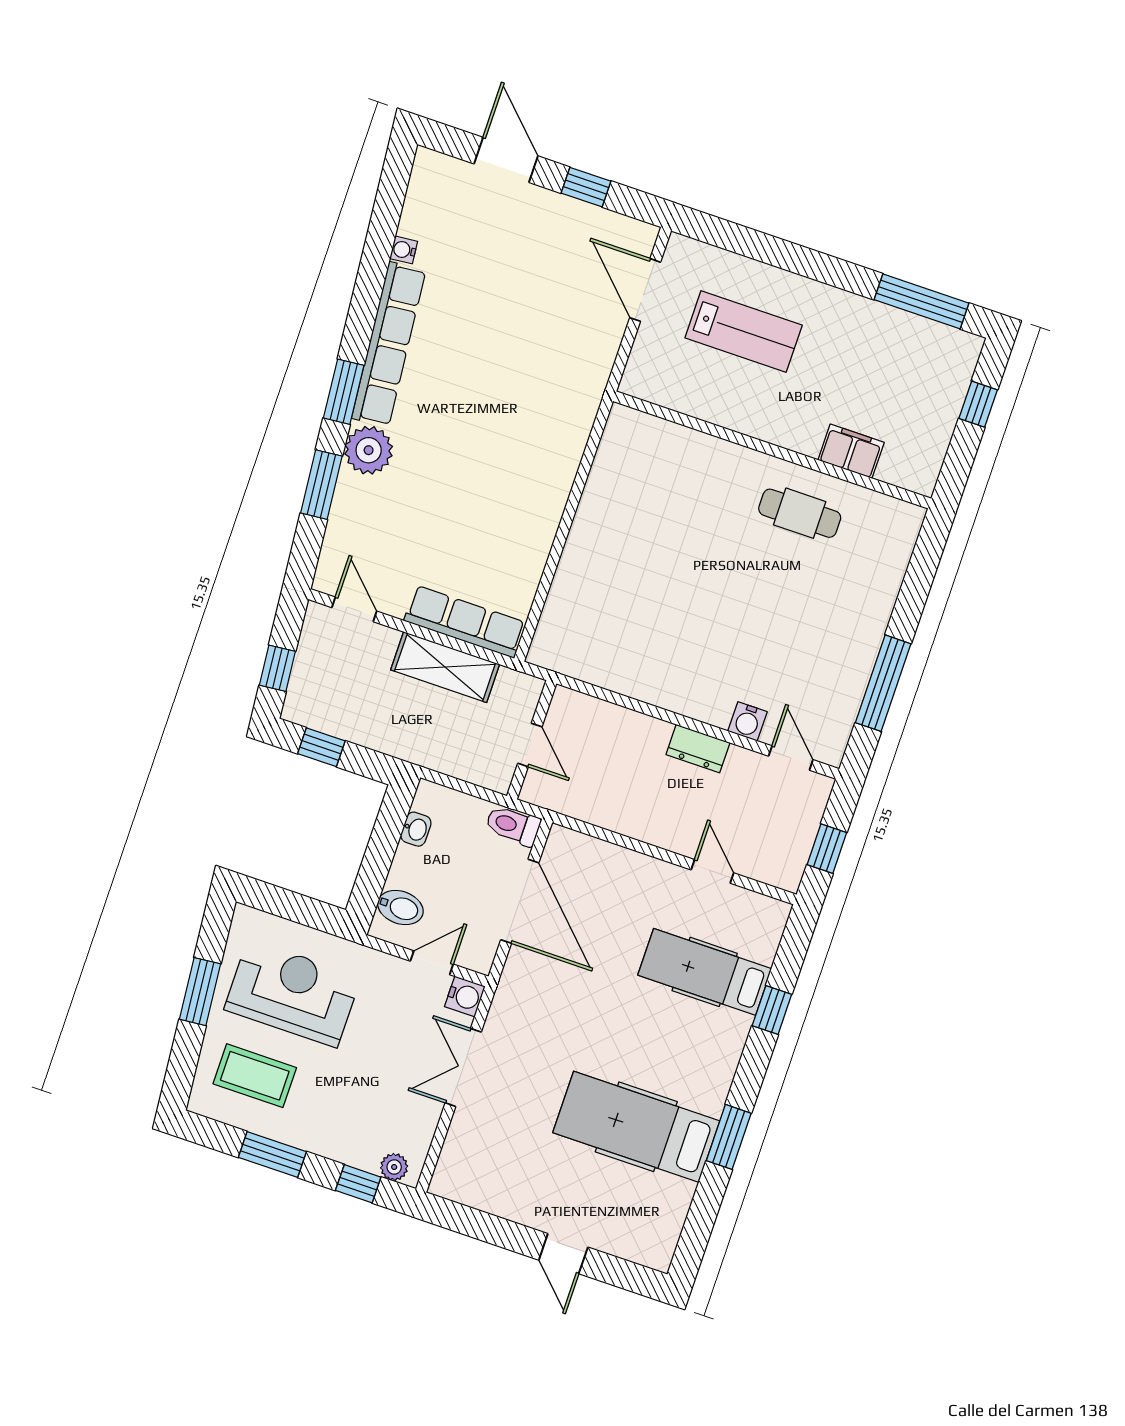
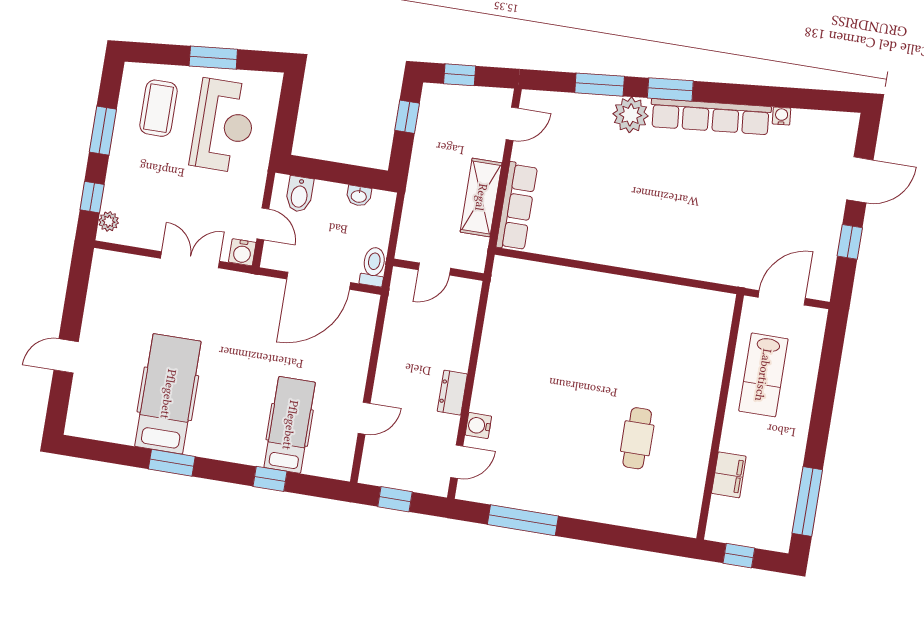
wall: (772, 450) -> (720, 417), moved
filing cabinet: (851, 451) -> (729, 475), moved

